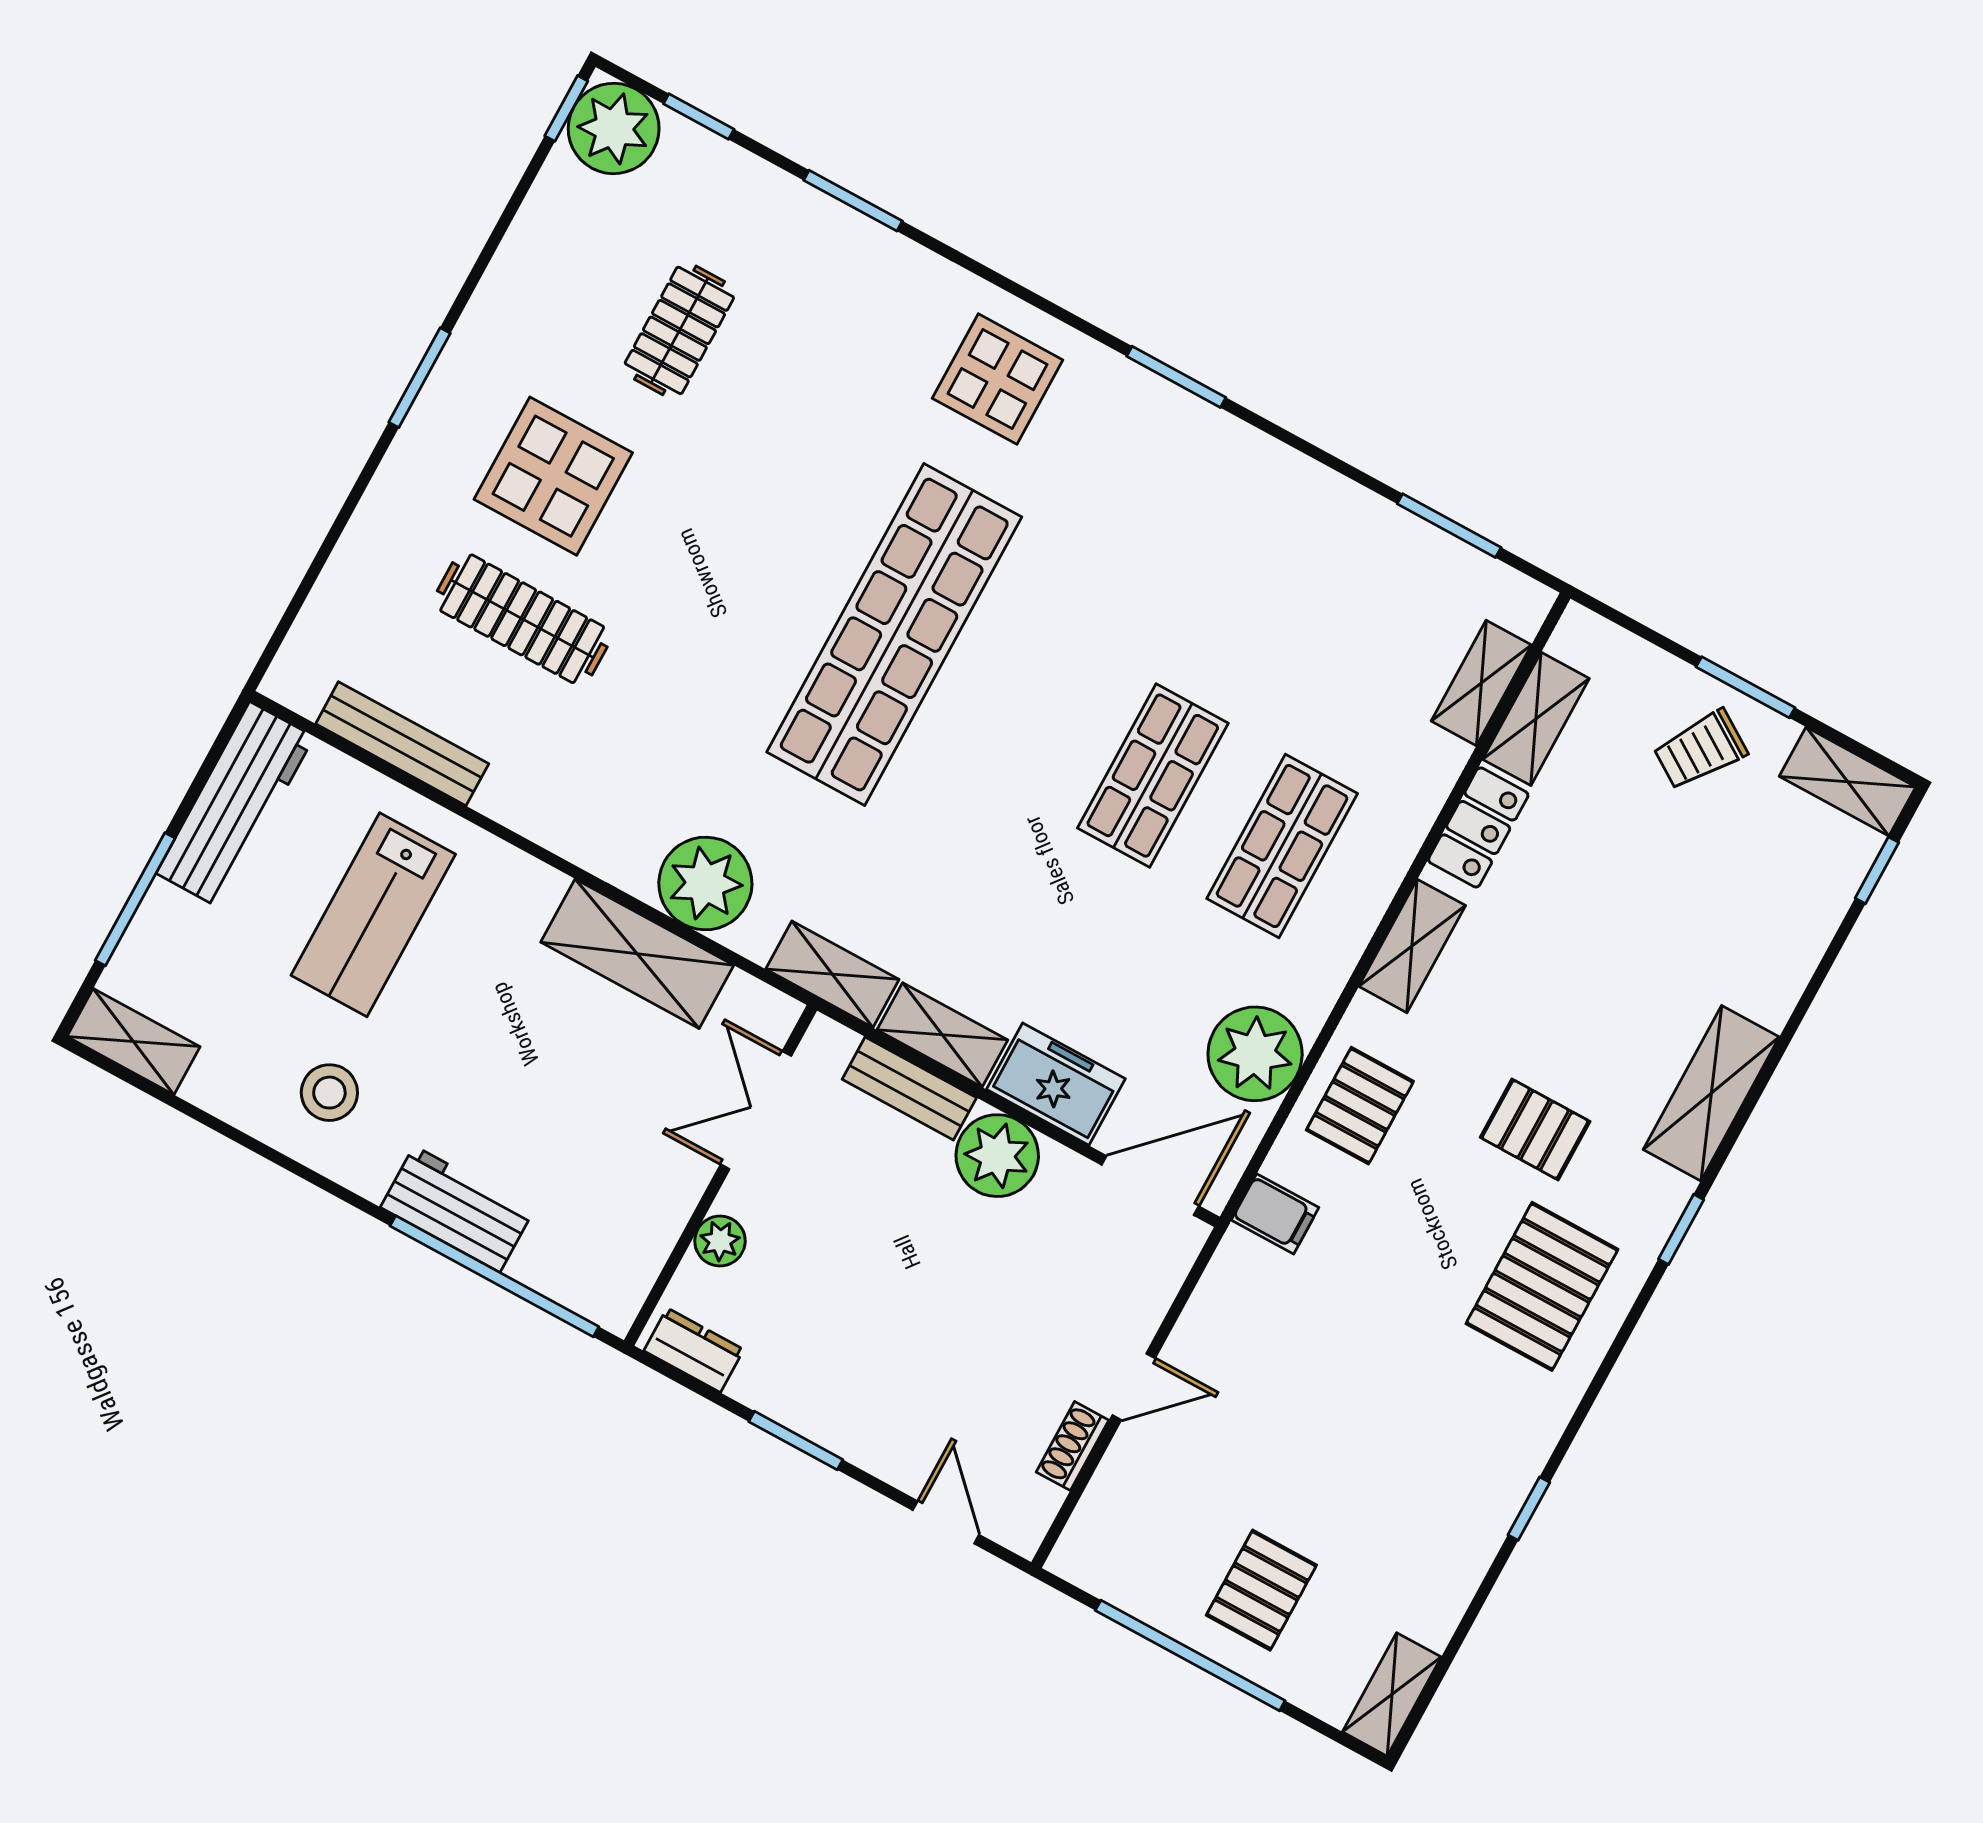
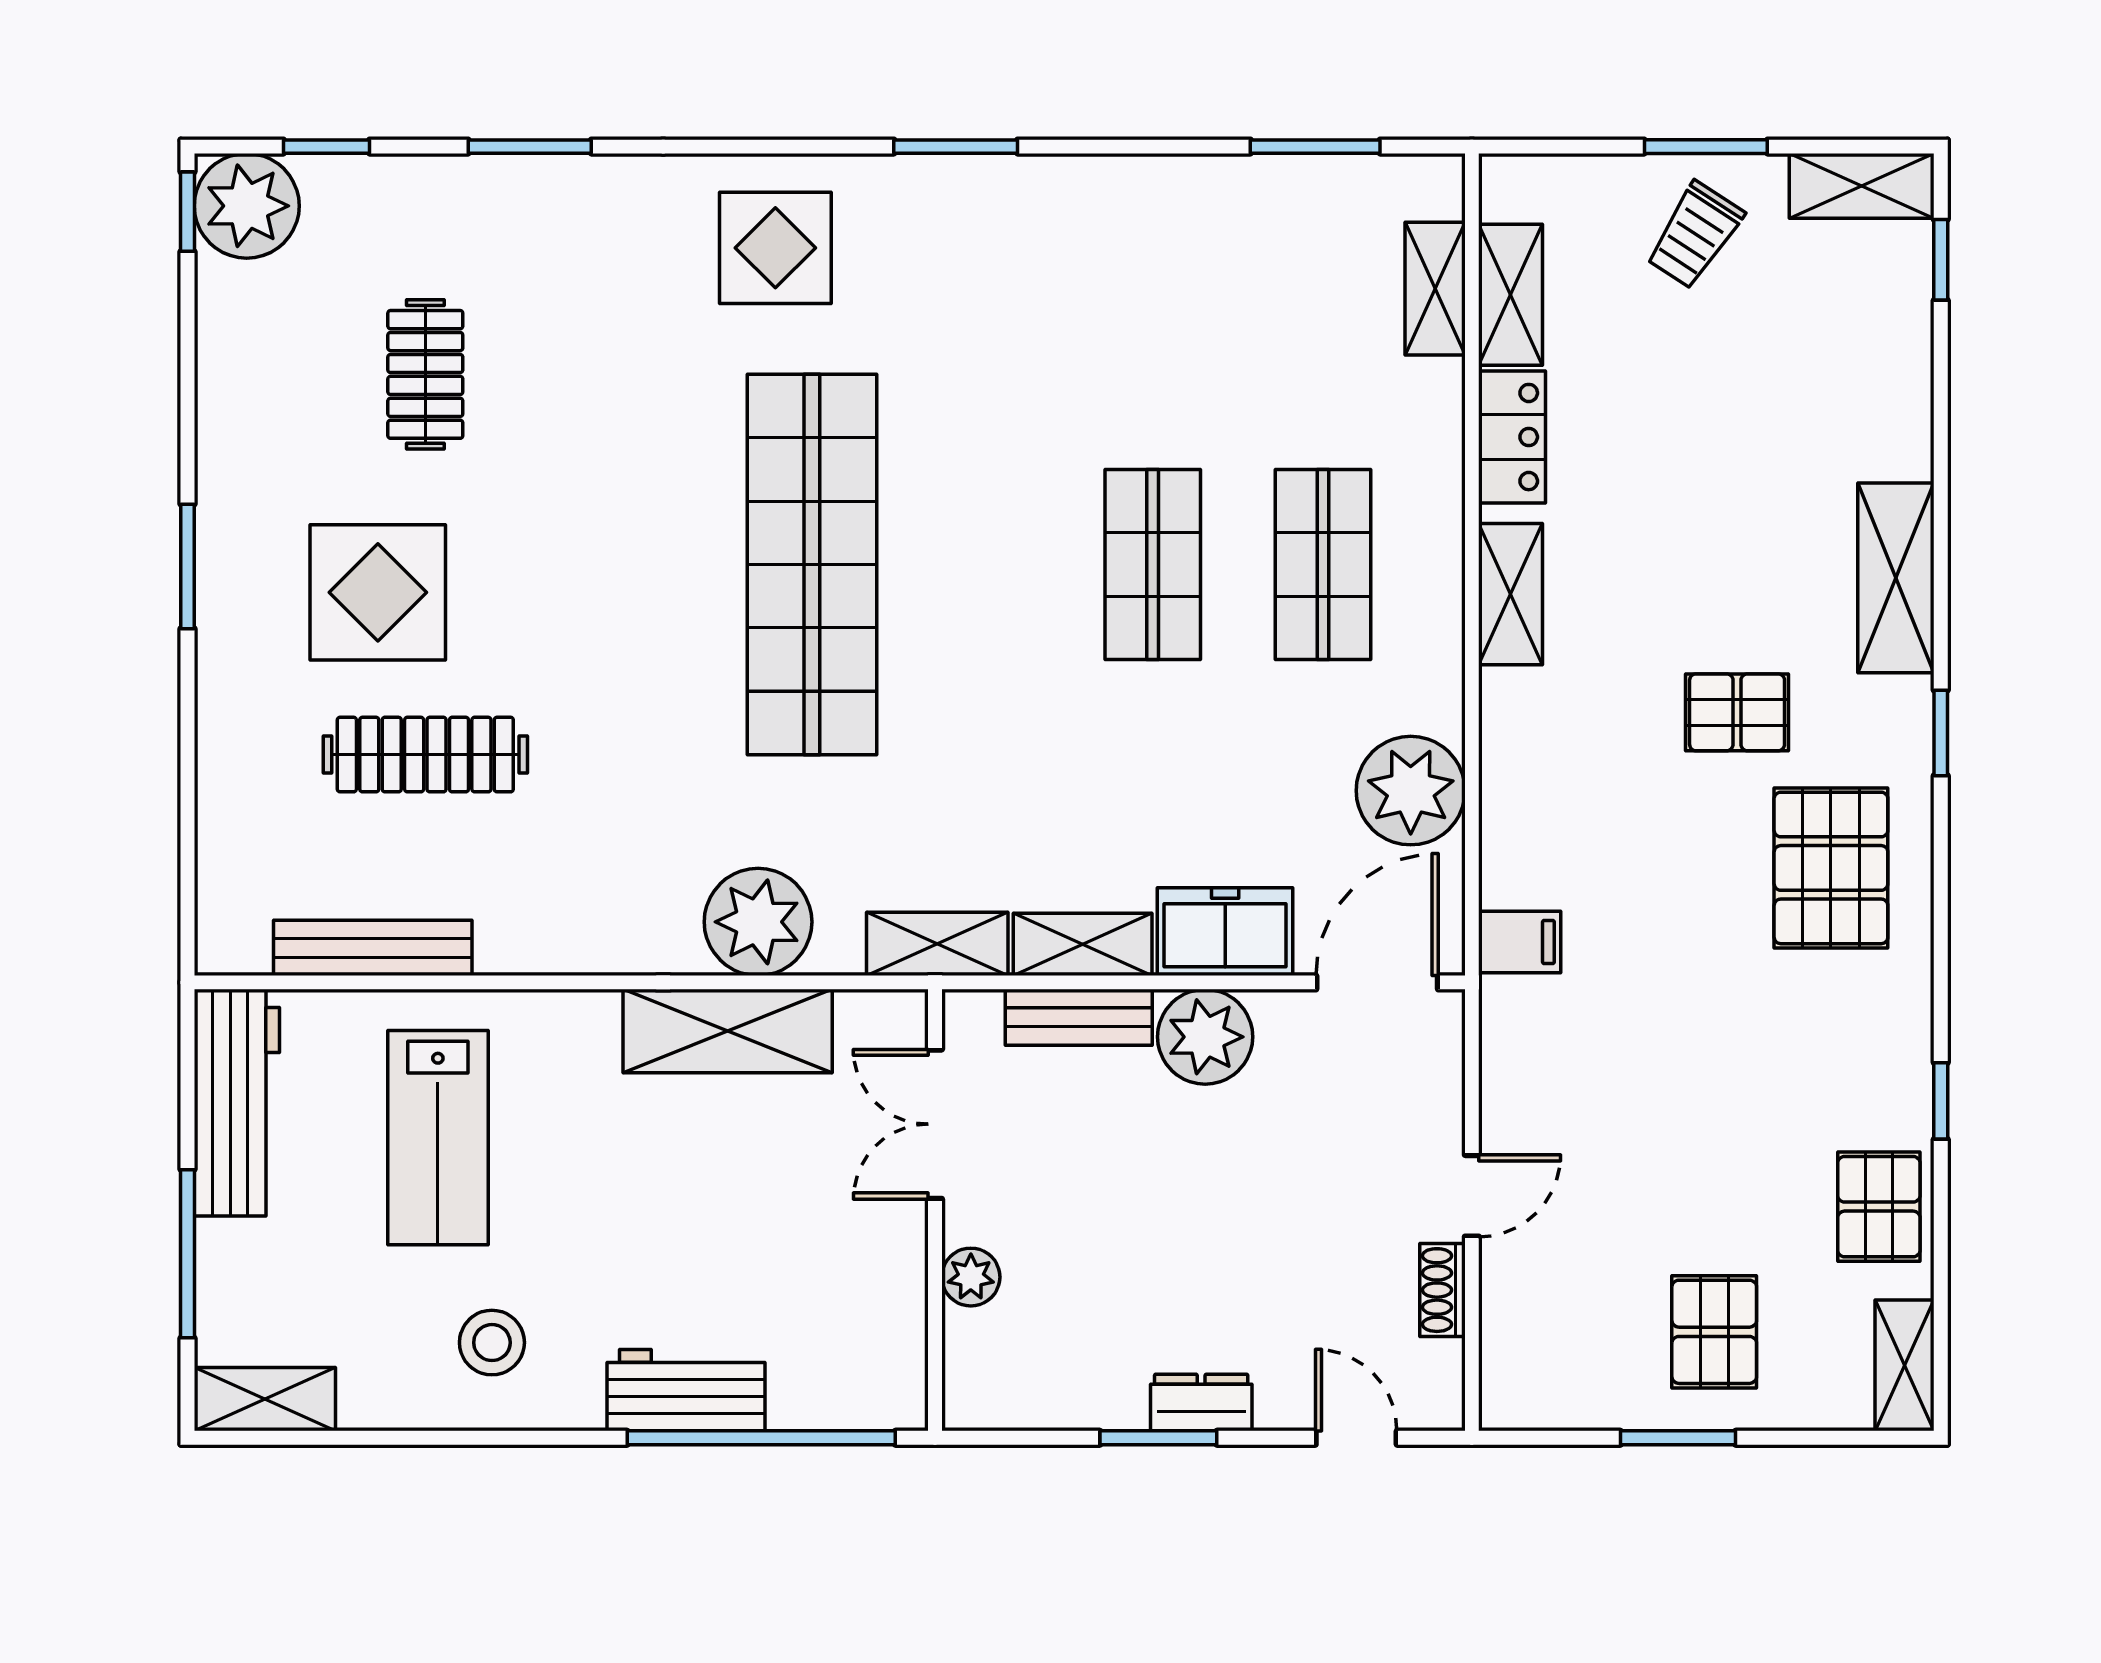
pallet: (1360, 1106) -> (1879, 1207), moved
dresser: (694, 1350) -> (1201, 1402), moved
window: (1190, 1656) -> (1678, 1438), width x0.47

